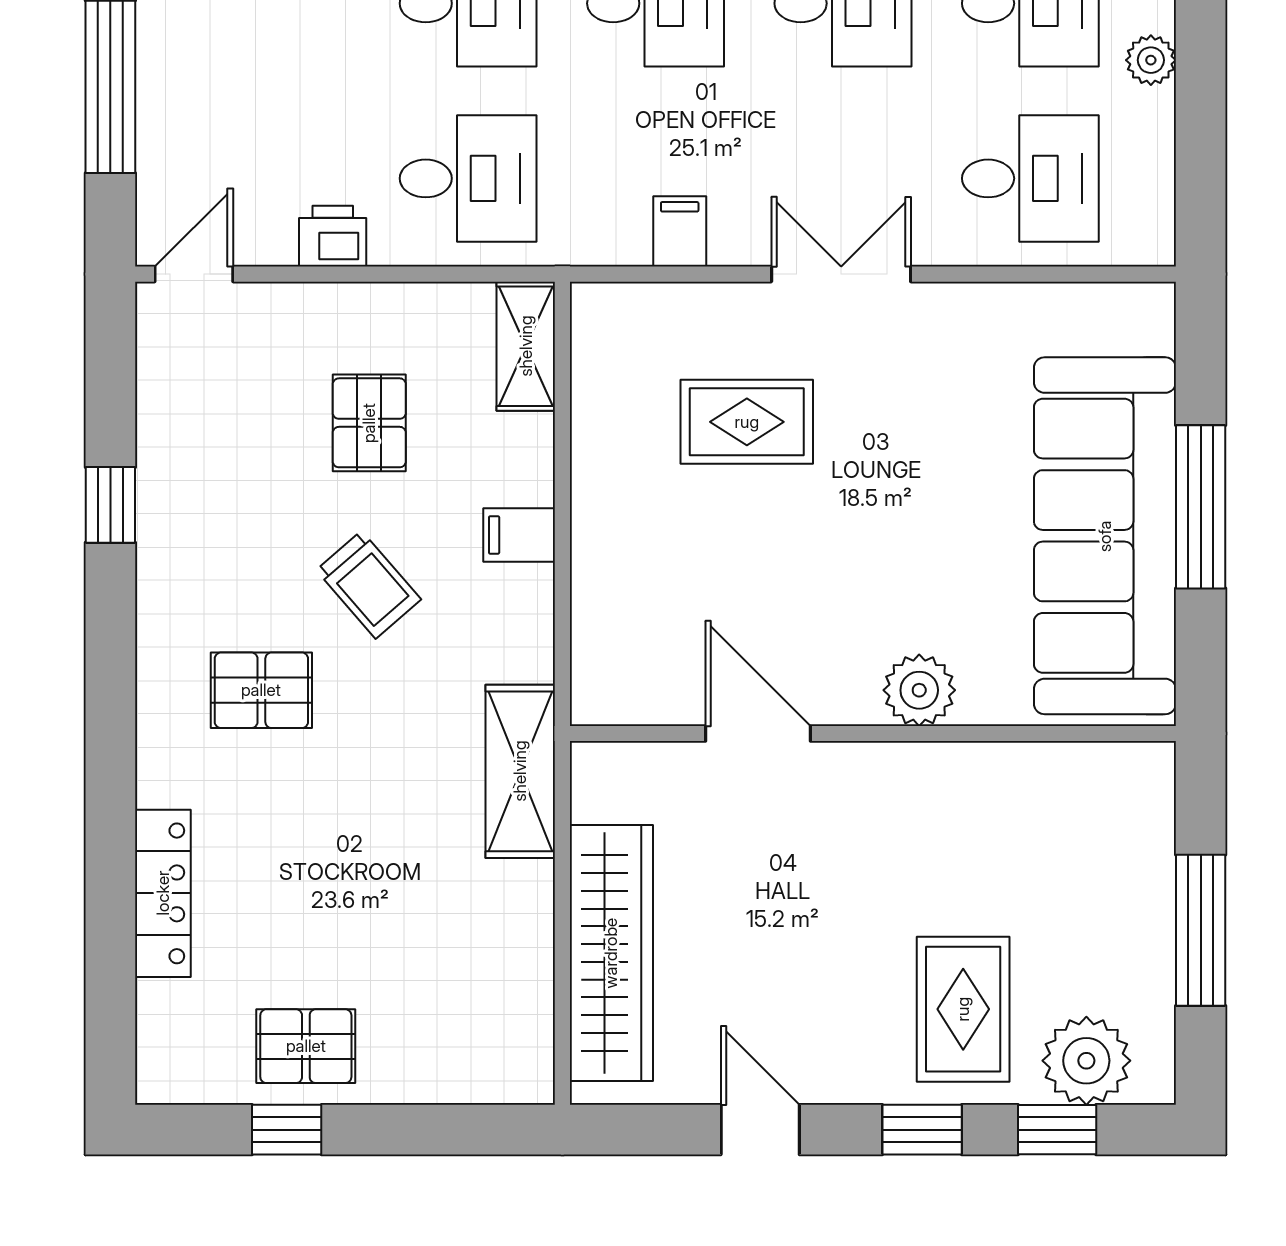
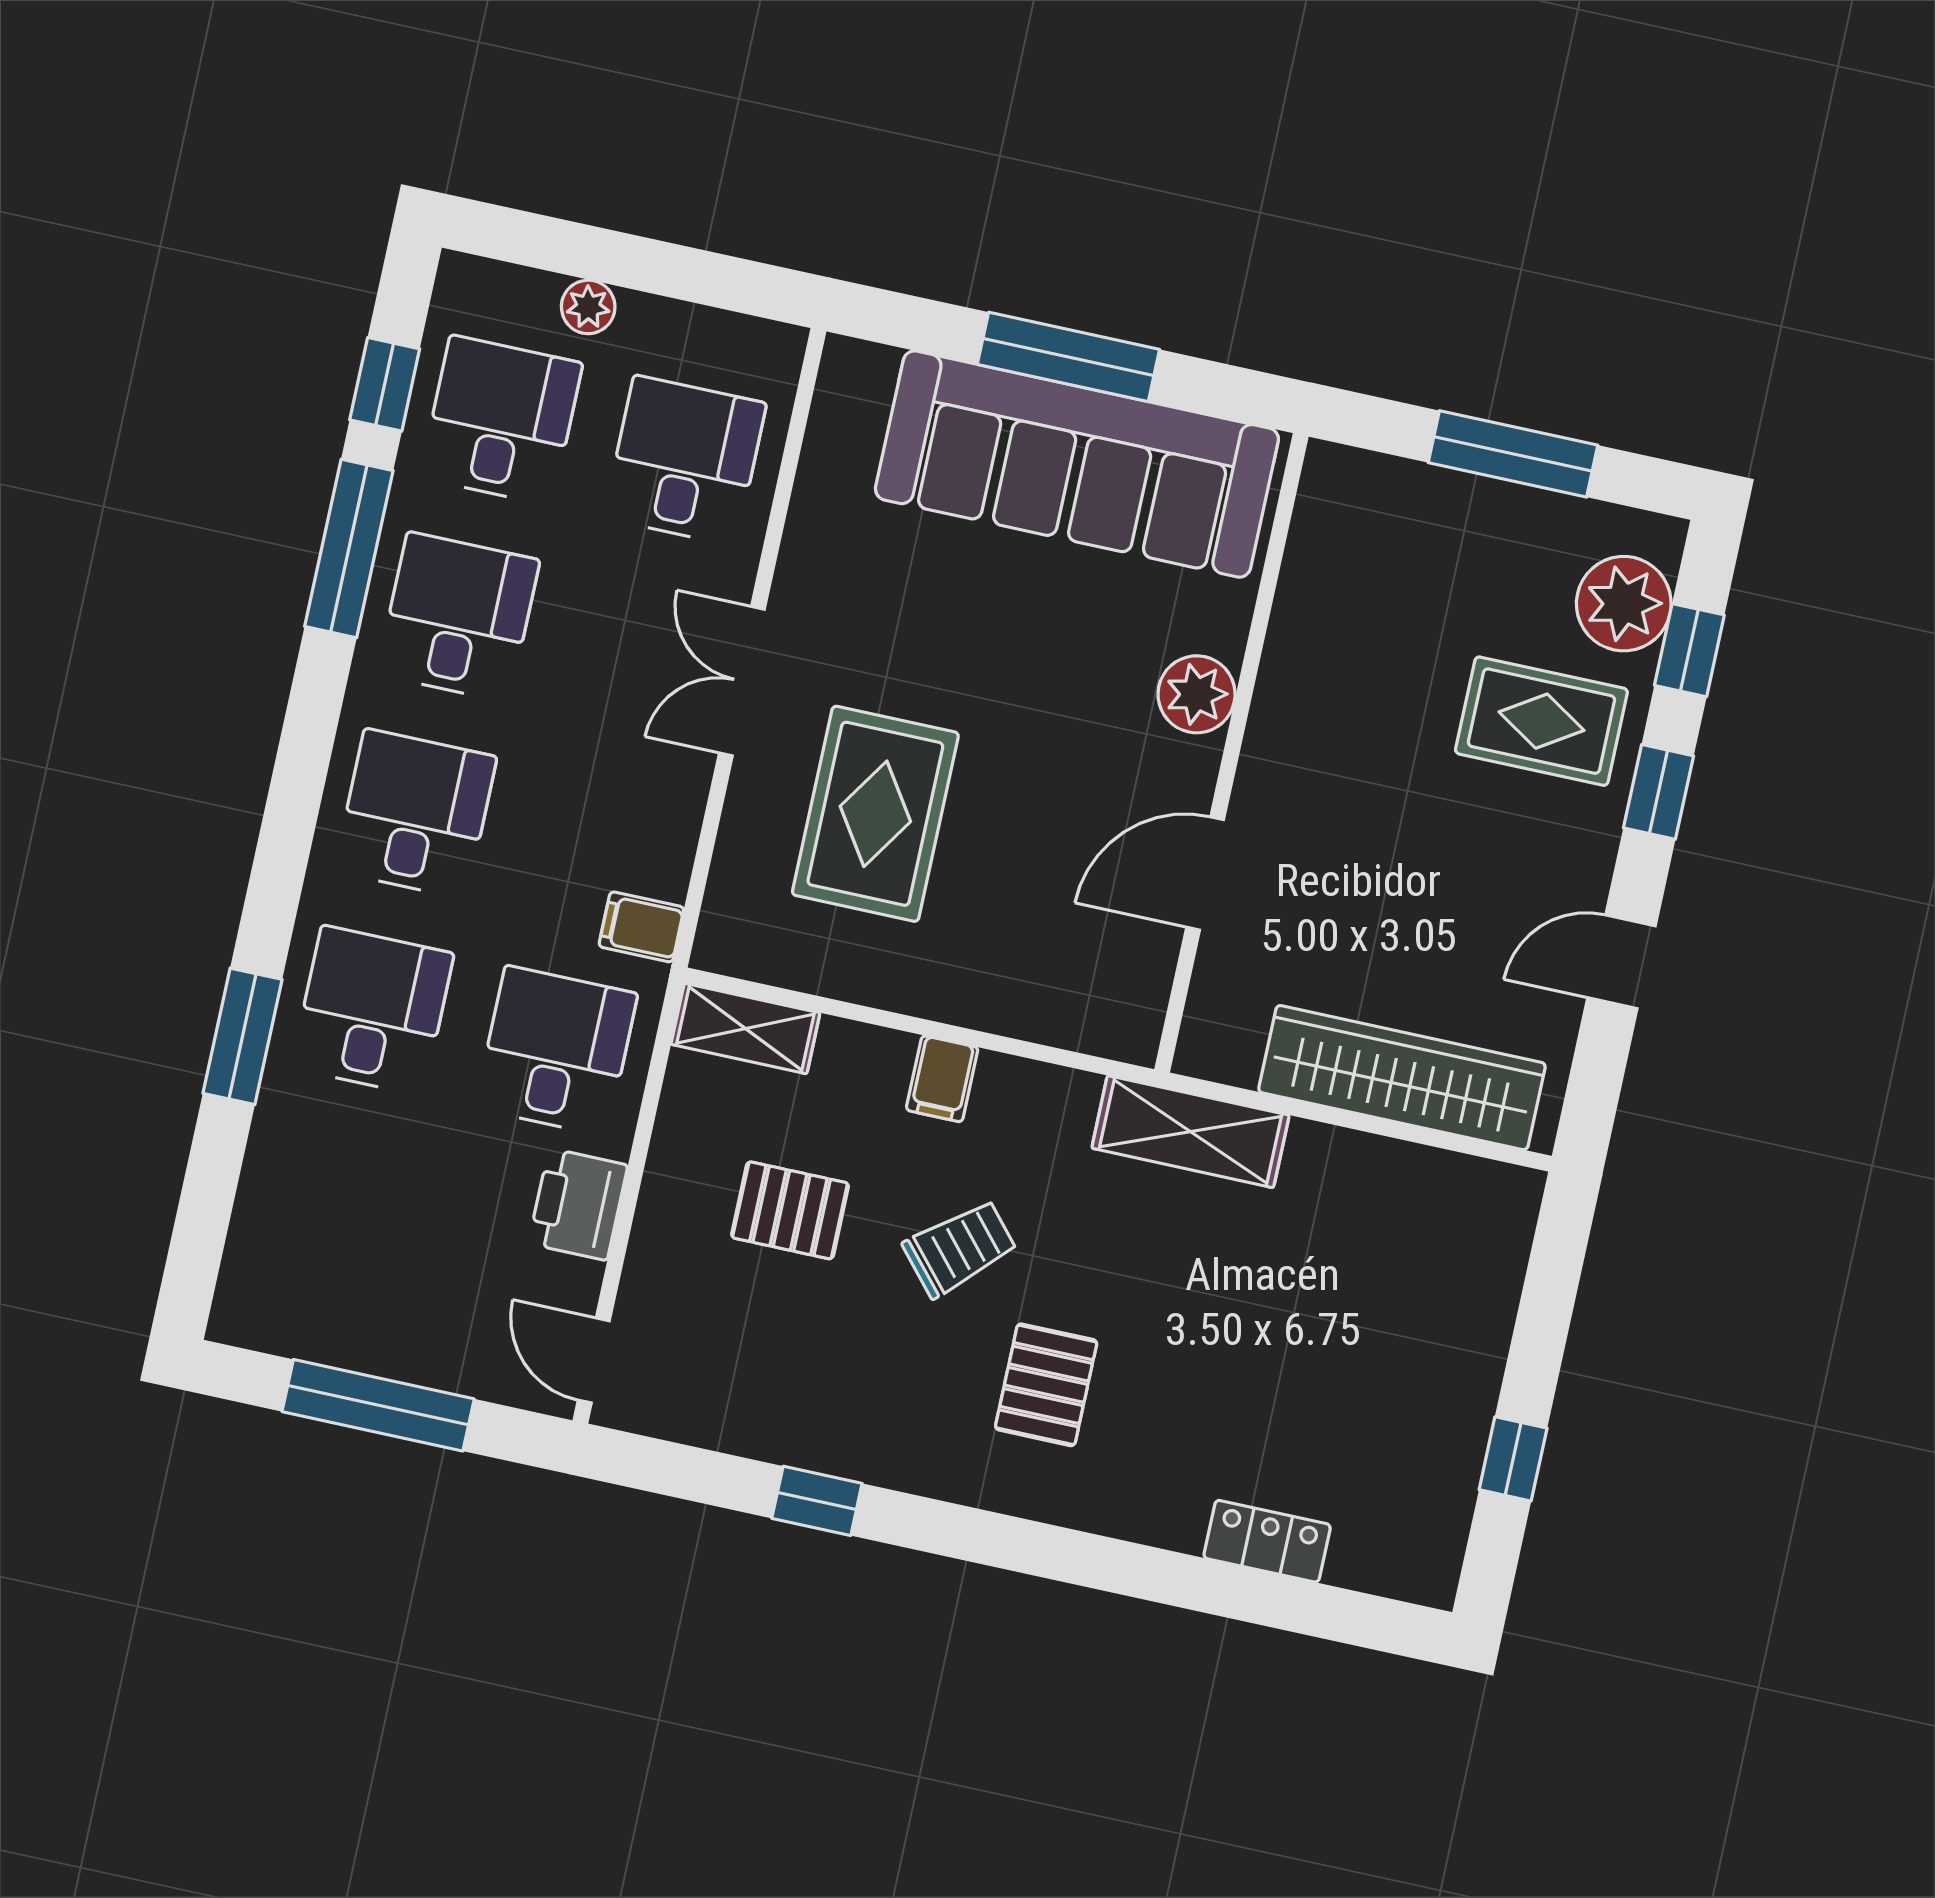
filing cabinet: (680, 231) -> (641, 927), moved
printer: (333, 236) -> (578, 1204), width x1.36, depth x1.24
rug: (747, 422) -> (875, 814), width x1.36, depth x1.43
locker: (163, 893) -> (1267, 1541), width x0.66
pallet: (306, 1046) -> (1430, 1420), removed

